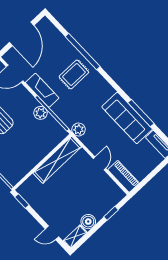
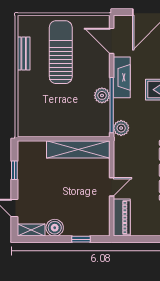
plant: (78, 130) -> (121, 128), moved
window: (22, 201) -> (14, 170), moved

